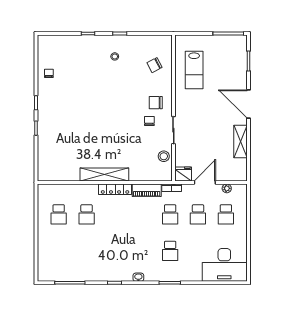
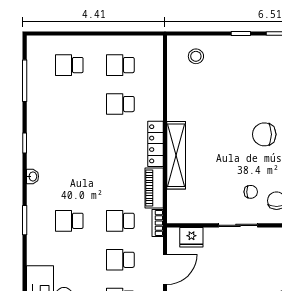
chair: (108, 111) -> (264, 134), added
stool: (164, 156) -> (196, 56), moved
shelving: (104, 174) -> (176, 155), moved
fridge: (183, 174) -> (191, 237), moved, turned 90
door: (205, 182) -> (165, 269), hinge flipped
school desk: (59, 251) -> (69, 65), added

